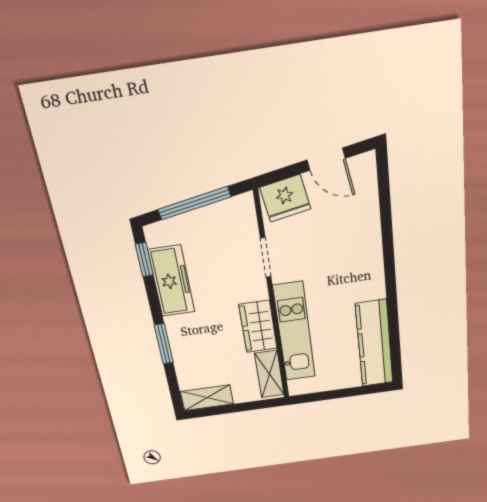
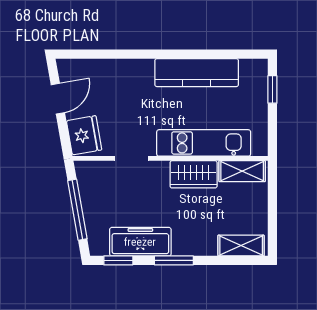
window: (164, 344) -> (174, 260), moved
kitchen counter: (374, 344) -> (197, 73), moved
window: (360, 391) -> (272, 89), added
shelving: (207, 398) -> (241, 246), moved, turned 90

